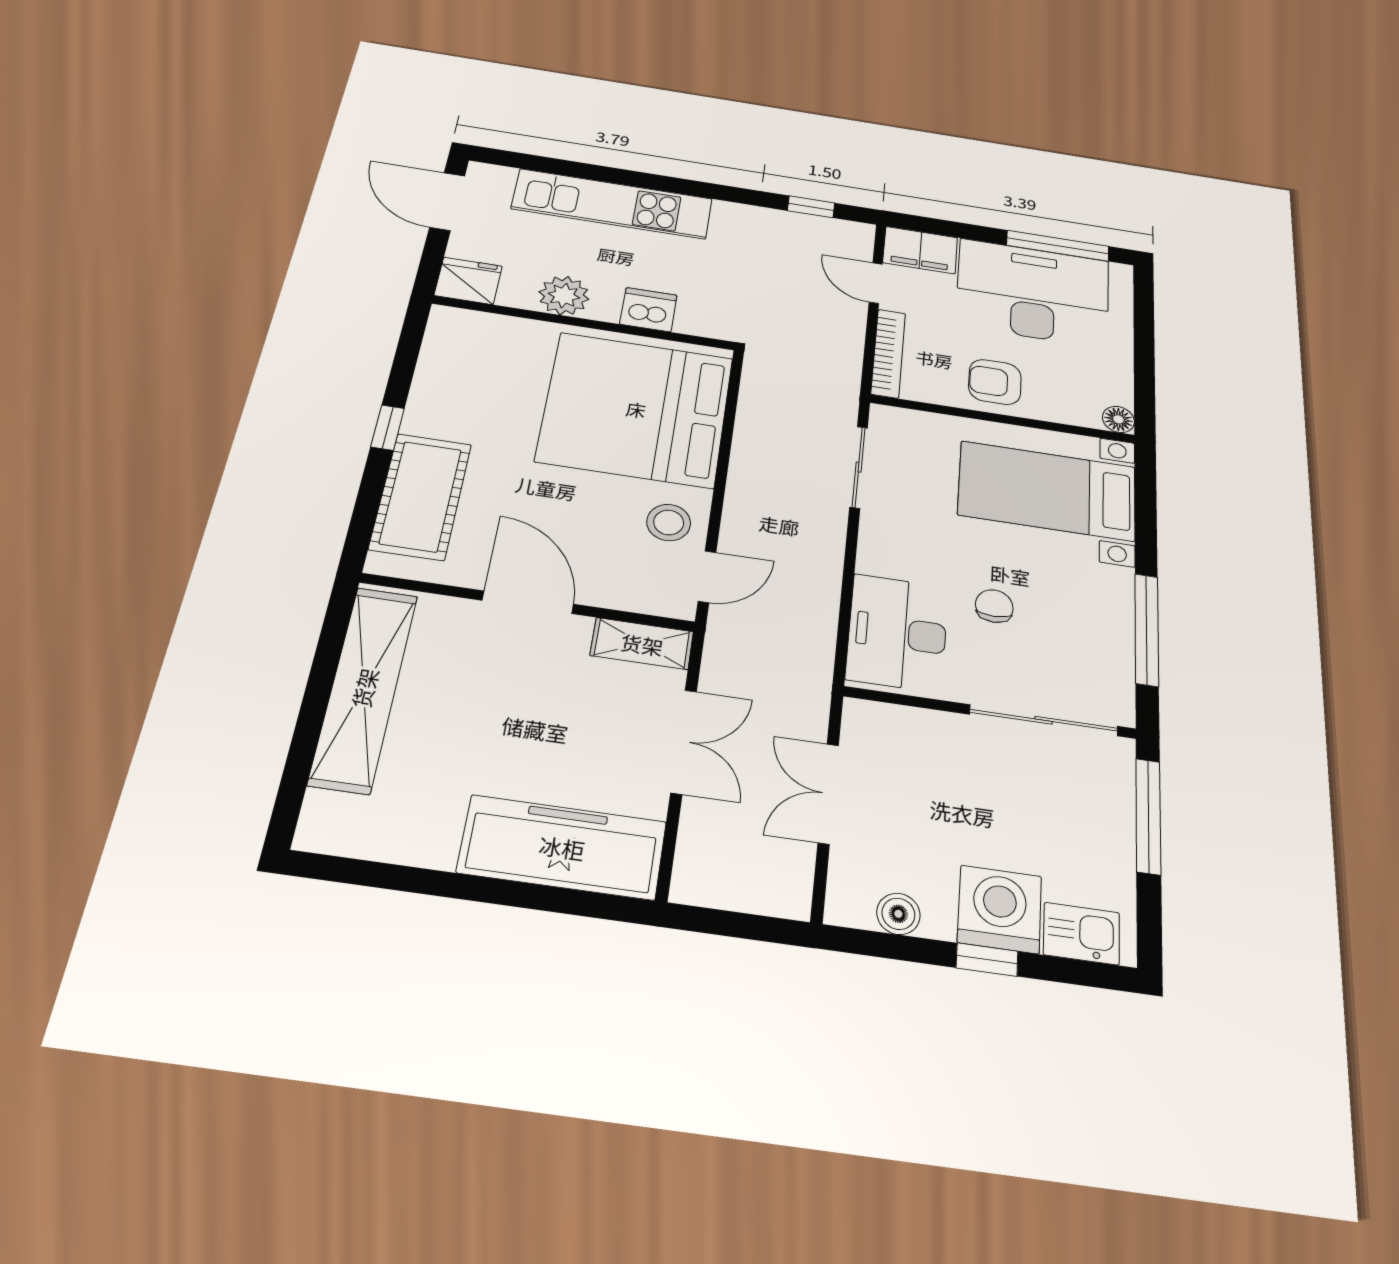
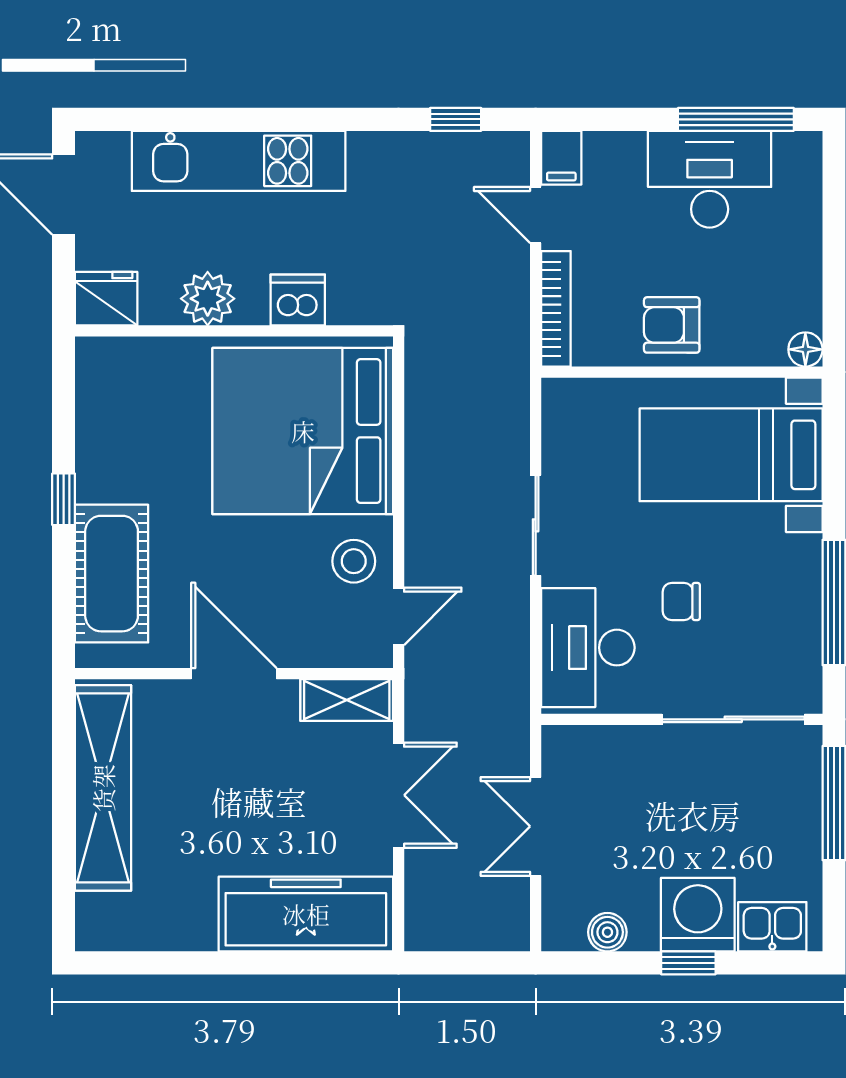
filing cabinet: (920, 250) -> (561, 158), width x0.50
desk: (1033, 293) -> (710, 179), width x0.73, depth x0.77
sliding door: (859, 467) -> (536, 525), moved
chair: (994, 606) -> (681, 602), turned -90

